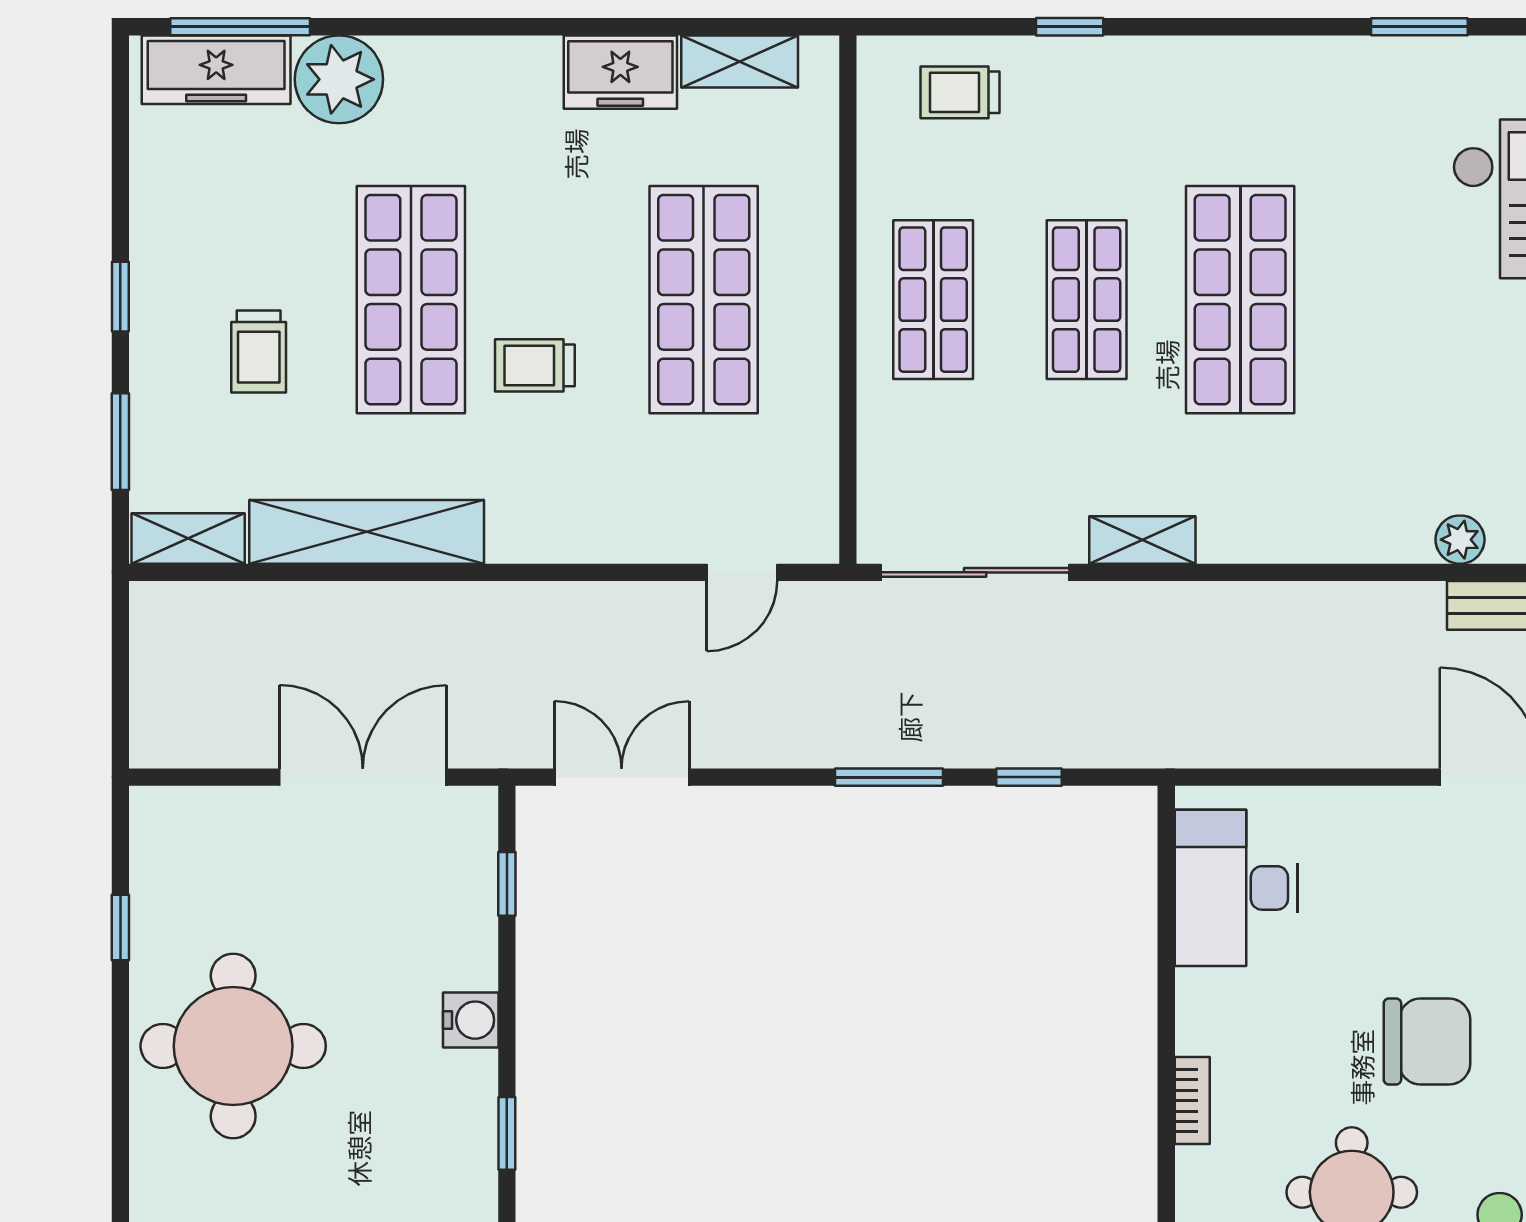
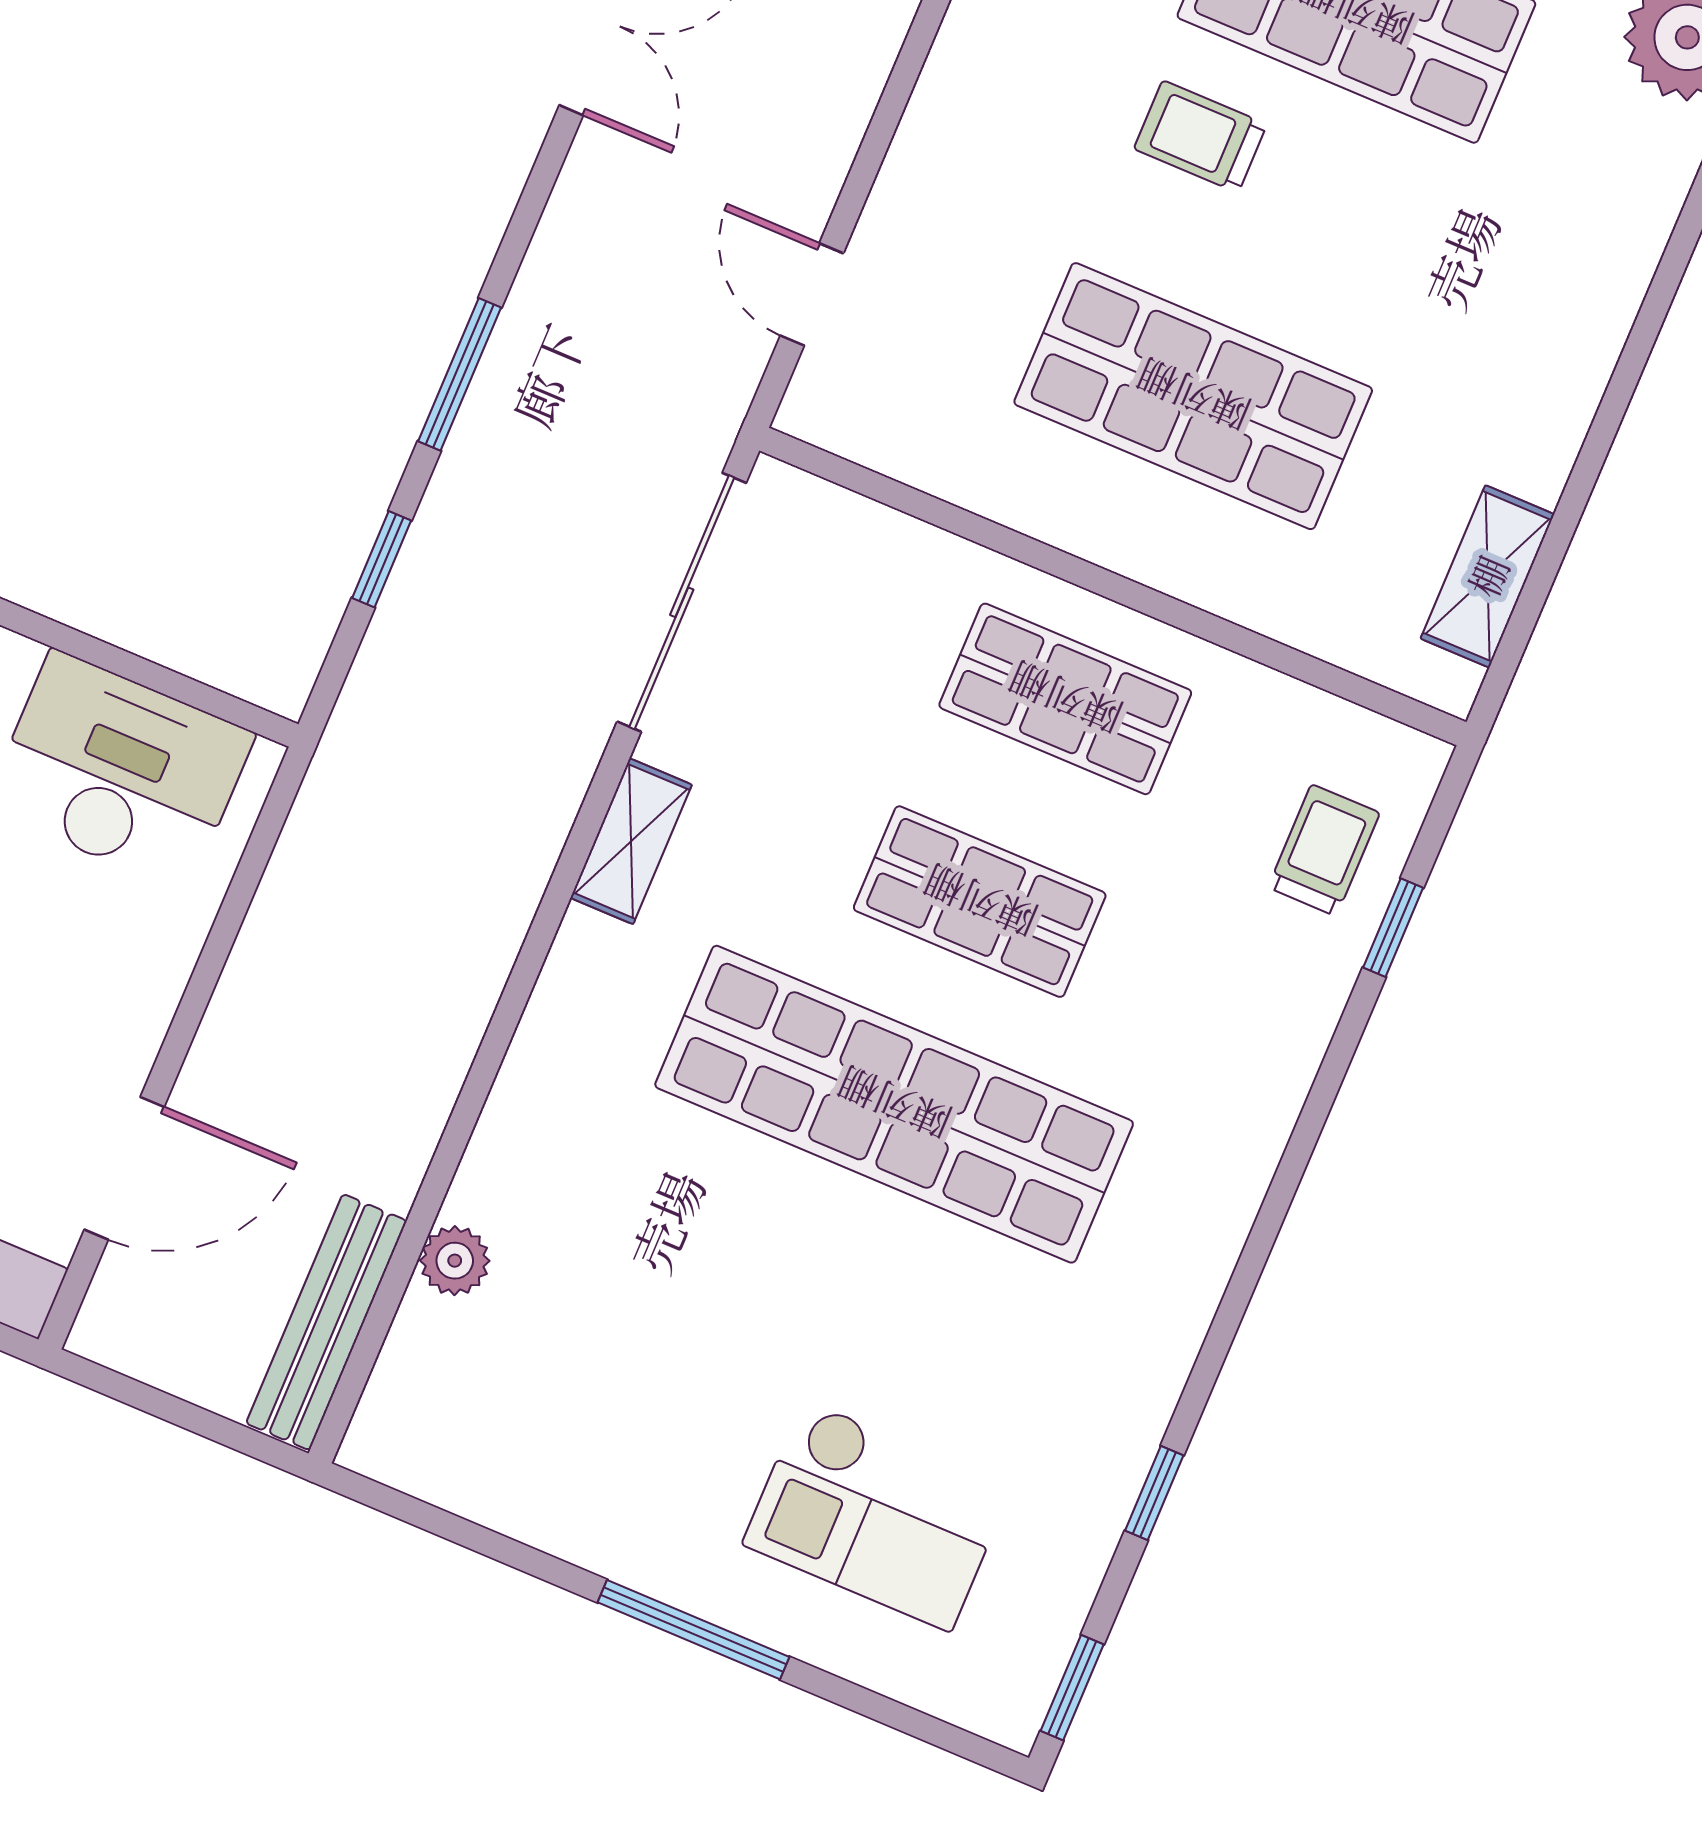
window: (1070, 27) -> (1393, 928), moved
window: (1419, 27) -> (1154, 1493), width x0.67
freezer: (620, 72) -> (1540, 413), removed
shop shelf: (1240, 300) -> (894, 1104), width x1.40
trolley: (535, 365) -> (1200, 137), turned -90

